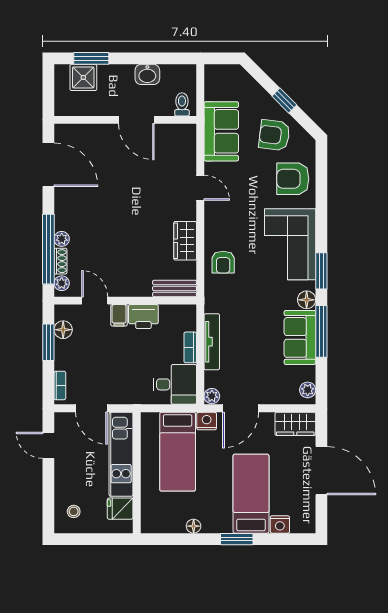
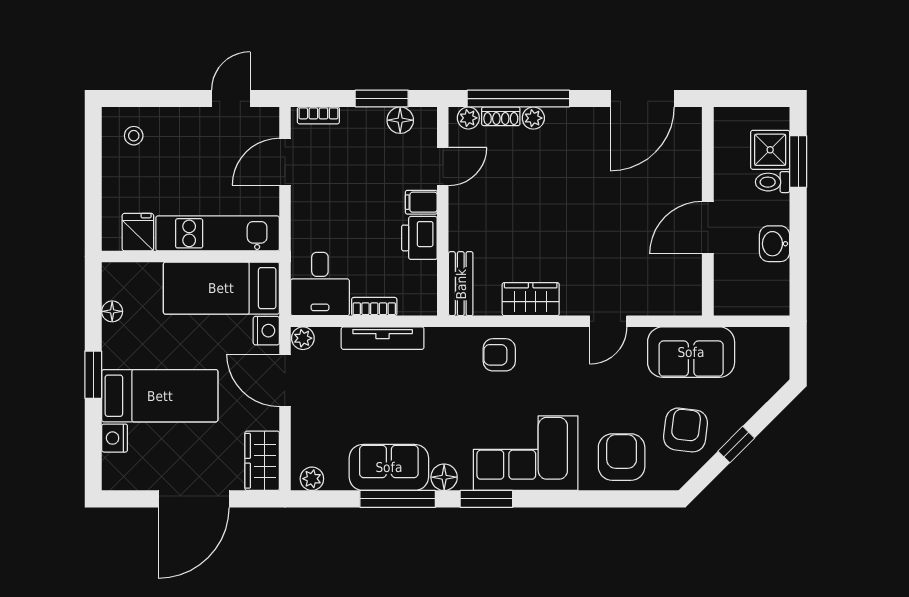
toilet: (182, 104) -> (773, 182), moved, turned 180
kitchen unit: (121, 454) -> (218, 233), moved
wall: (137, 473) -> (191, 256), moved
fridge: (120, 509) -> (138, 232), moved

